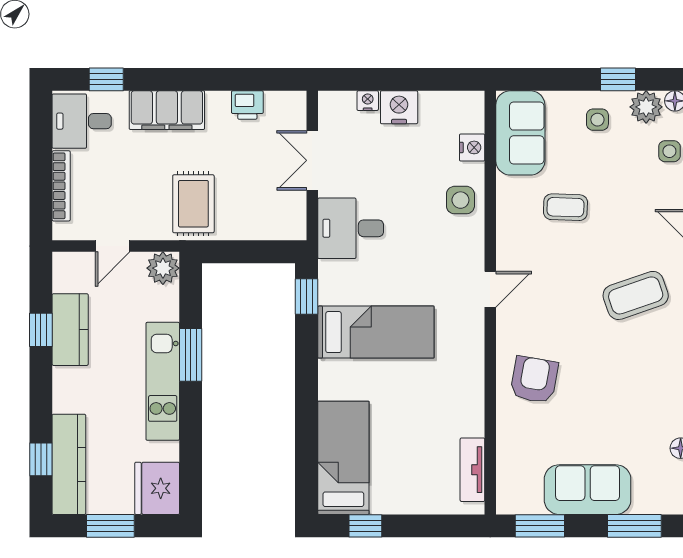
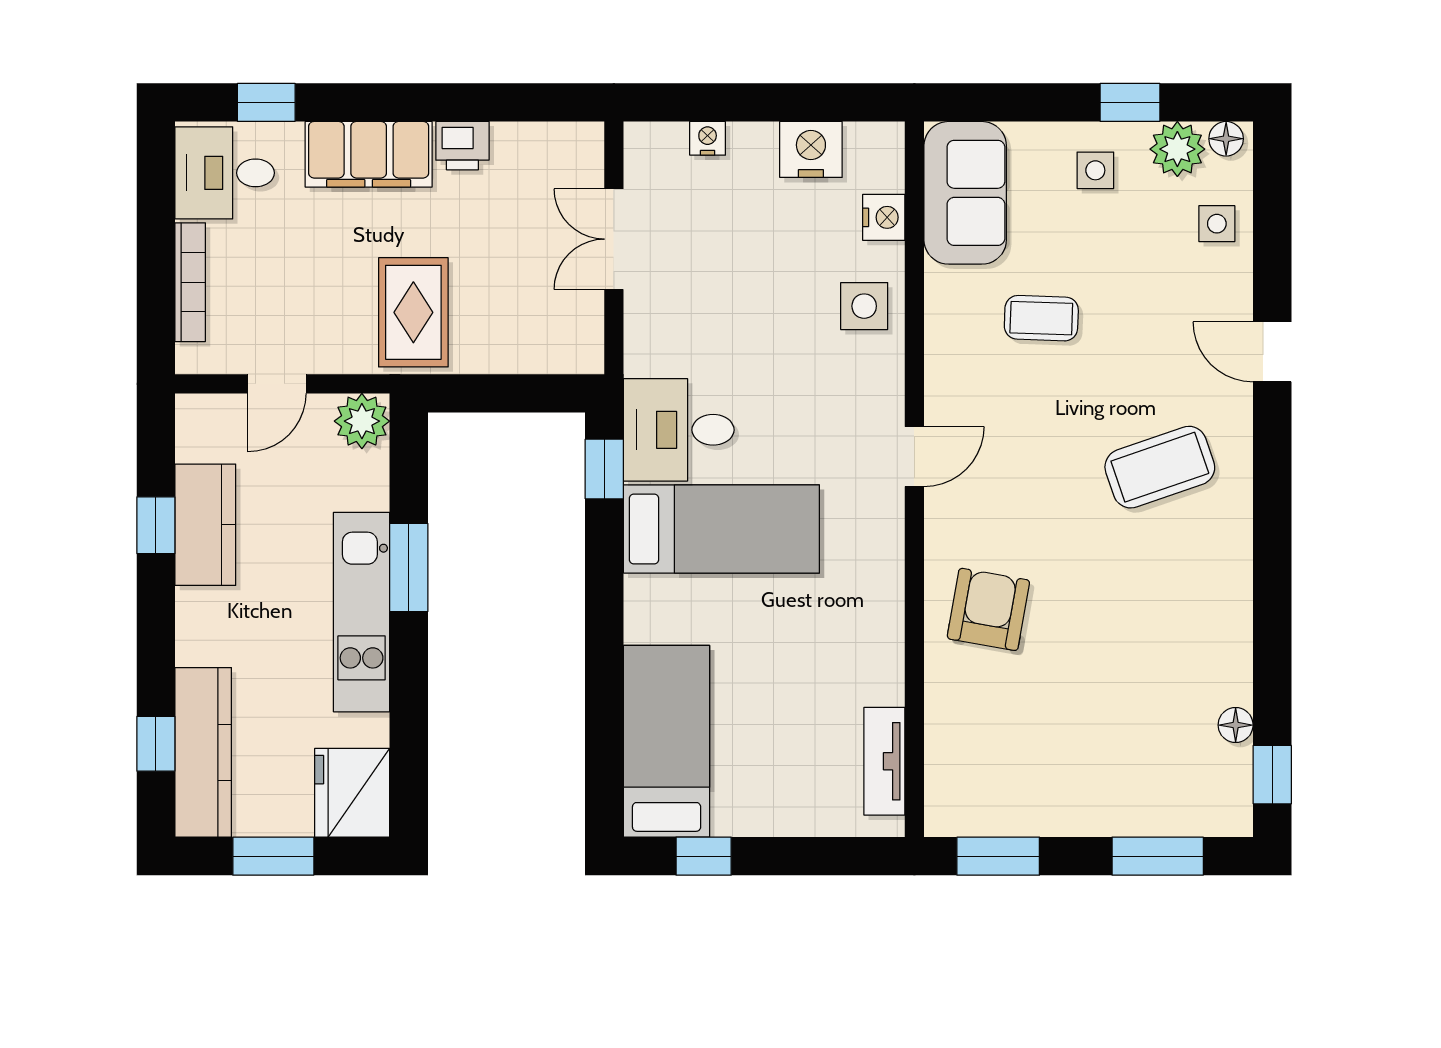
printer: (247, 105) -> (462, 146), moved
nightstand: (399, 107) -> (811, 149), moved
desk: (351, 228) -> (679, 430), moved
sofa: (588, 490) -> (1079, 795), removed

